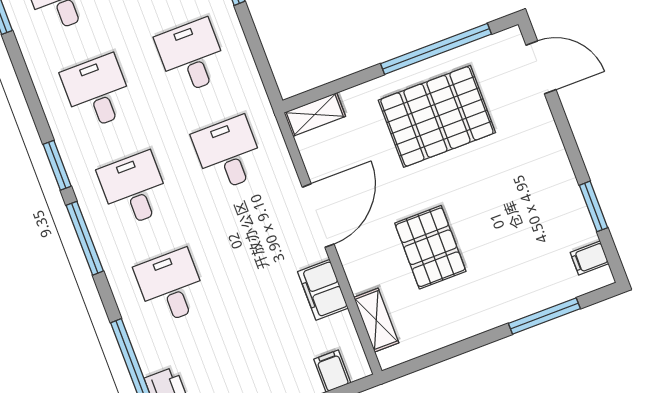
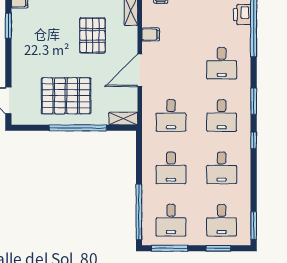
window: (436, 49) -> (78, 128), moved
window: (57, 165) -> (254, 140), width x0.67
window: (85, 238) -> (254, 101), width x0.69
filing cabinet: (323, 290) -> (151, 34), width x0.50

